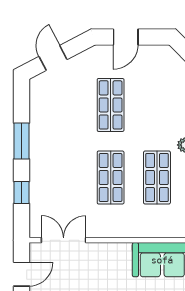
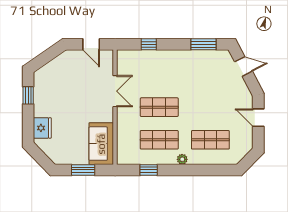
shop shelf: (111, 105) -> (210, 140), moved
window: (22, 141) -> (204, 44), moved
double door: (64, 240) -> (115, 91), moved

